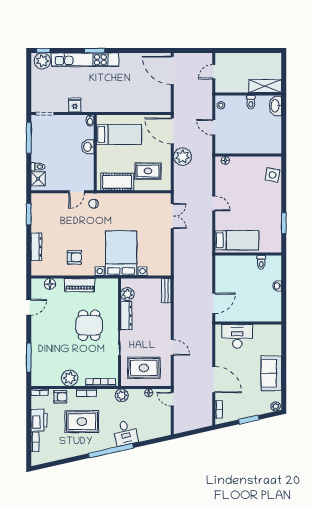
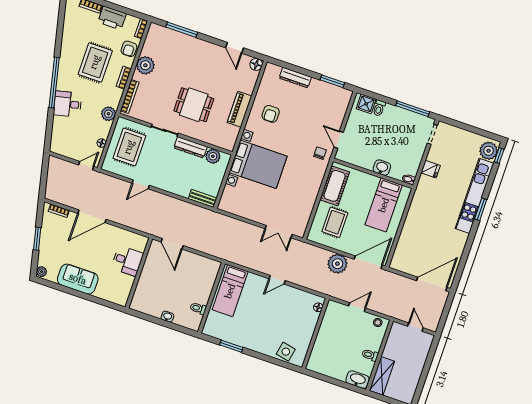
floor lamp: (50, 284) -> (256, 64), moved
desk: (237, 336) -> (127, 261), width x0.73

